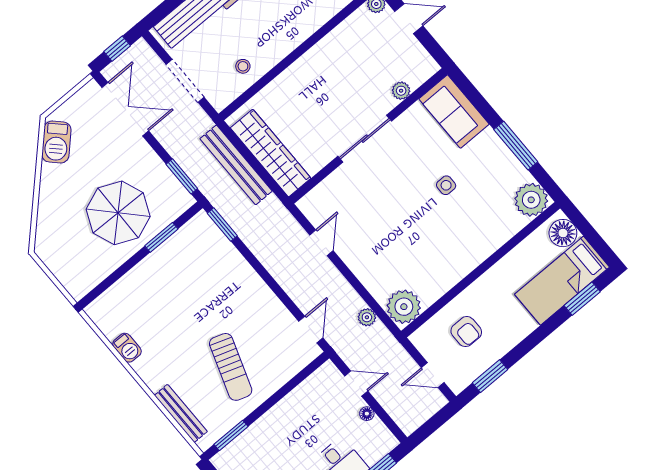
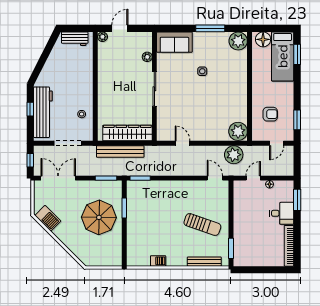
plant: (367, 317) -> (234, 155), width x1.88, depth x1.88

